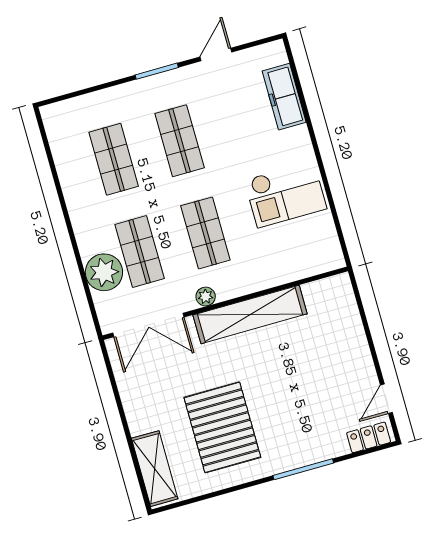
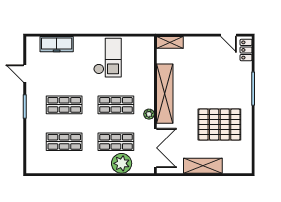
shelving: (344, 298) -> (170, 42), added
shelving: (155, 469) -> (203, 166), moved

